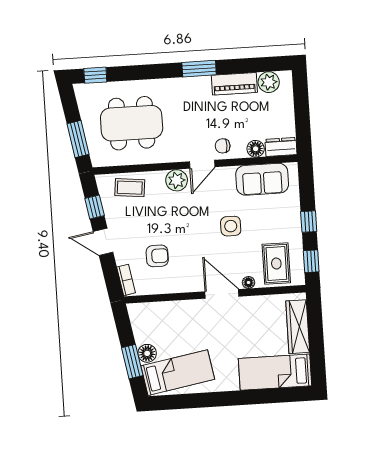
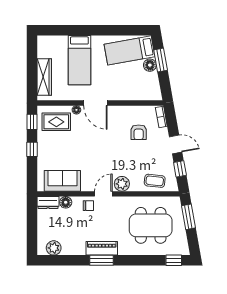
piano: (234, 84) -> (102, 248), moved
side table: (231, 226) -> (86, 150), removed
armchair: (157, 256) -> (139, 132), turned -90
rug: (276, 263) -> (56, 122), turned 90
bed: (275, 372) -> (79, 60), moved, turned 90

